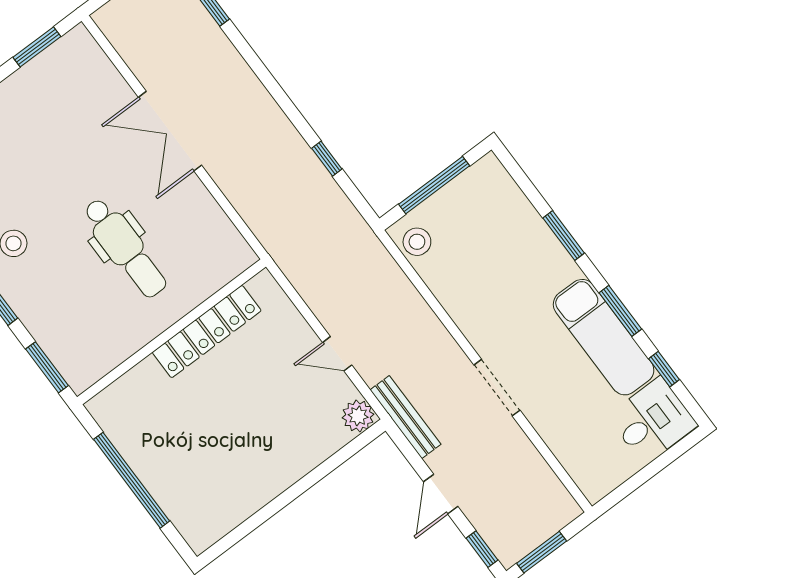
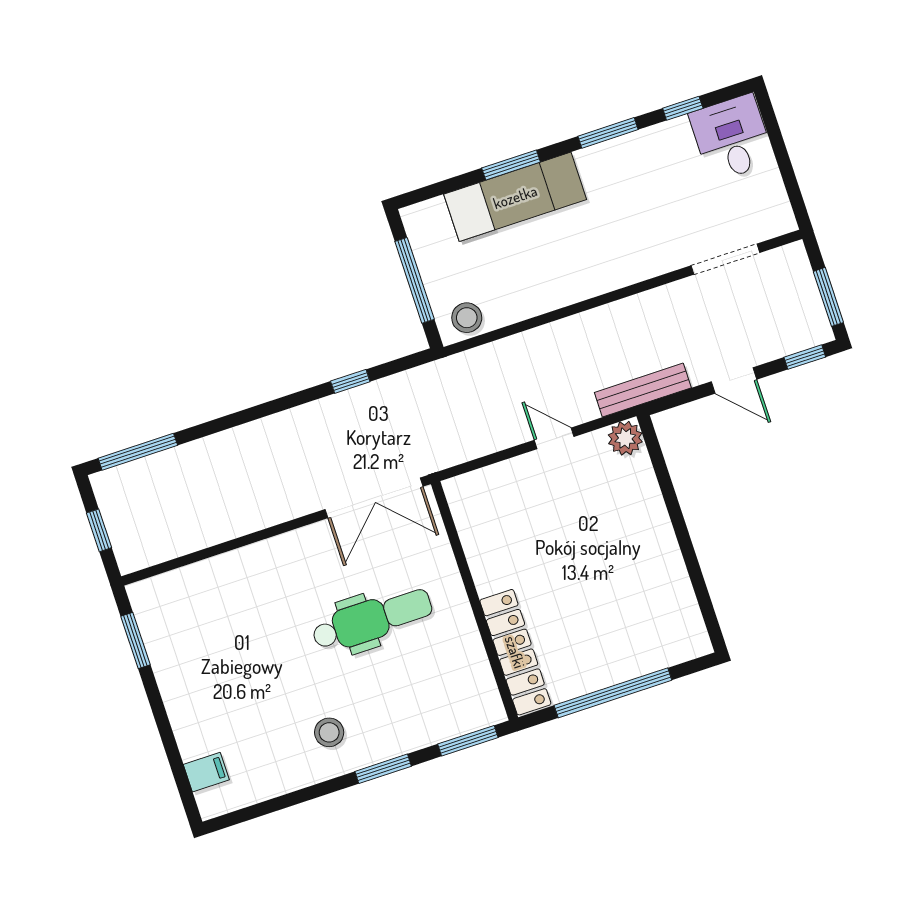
double door: (170, 131) -> (374, 498), moved
locker: (207, 332) -> (515, 652), moved
exam couch: (604, 337) -> (515, 197), moved
door: (337, 354) -> (554, 438), swing flipped
doorway: (497, 388) -> (725, 259), moved

